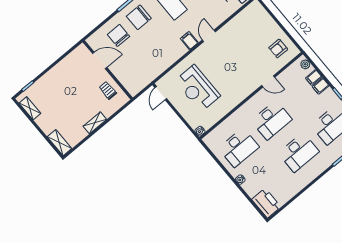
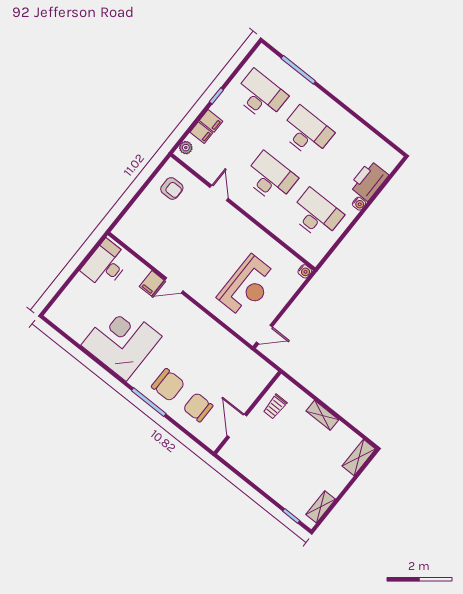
chair: (119, 35) -> (198, 407), turned 90
filing cabinet: (189, 41) -> (152, 283), moved
printer: (266, 203) -> (369, 181), moved

